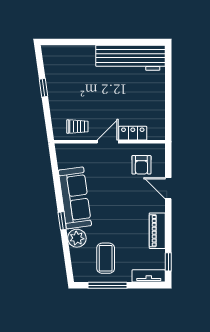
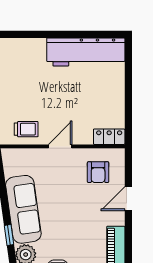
locker: (133, 133) -> (109, 137), moved
door: (168, 188) -> (128, 199), hinge flipped

